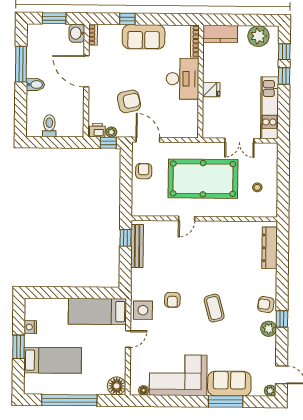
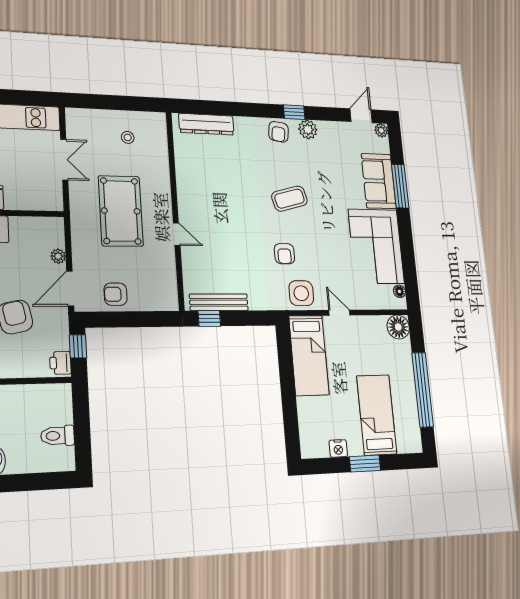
plant: (111, 132) -> (58, 256), moved
pool table: (203, 179) -> (121, 211), width x0.73, depth x0.76
armchair: (172, 300) -> (284, 254), turned 90

